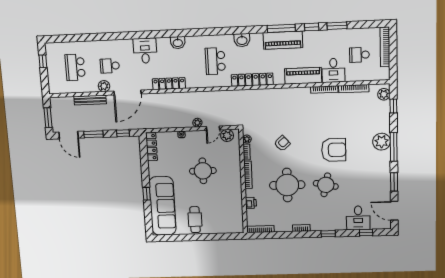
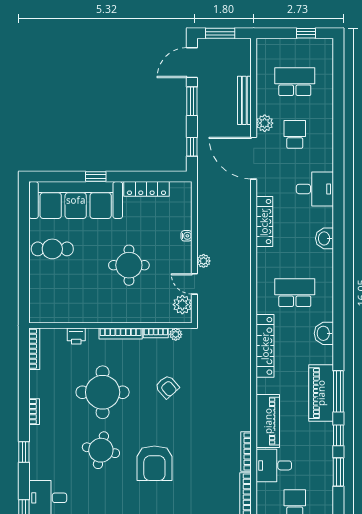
locker: (152, 147) -> (146, 189), moved

